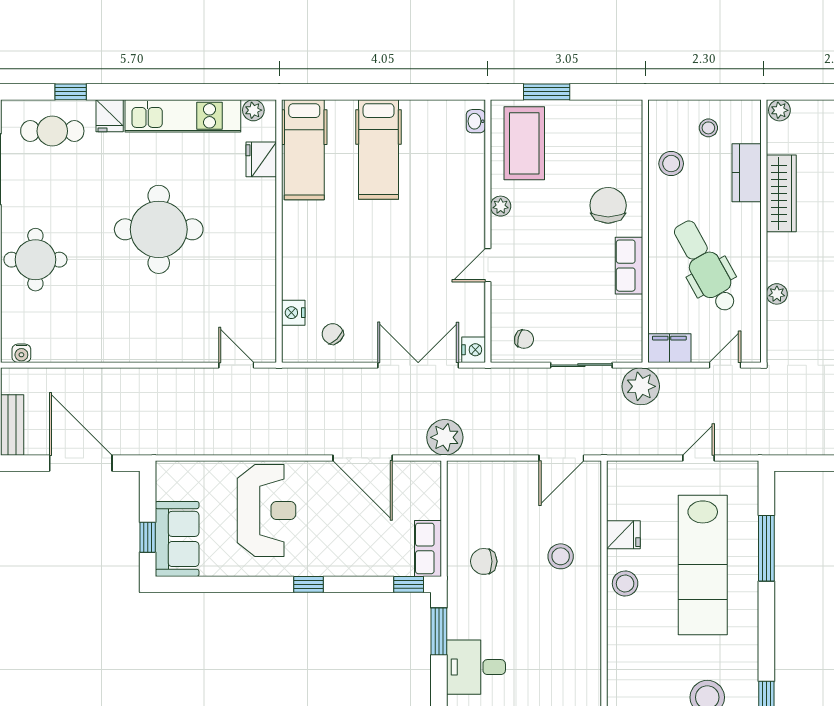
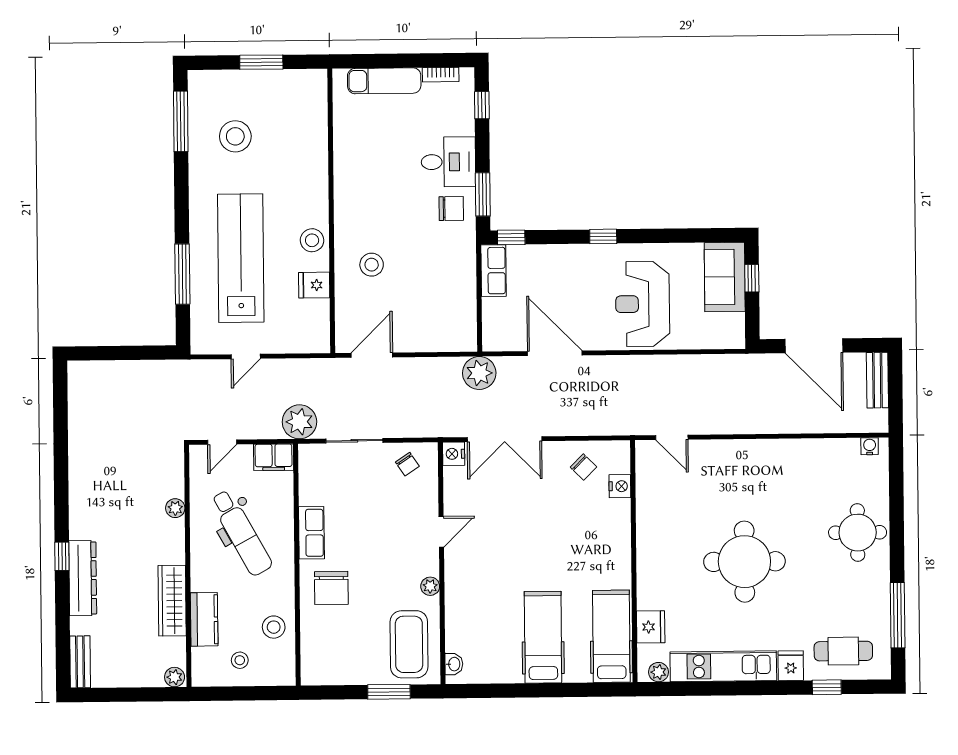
chair: (524, 339) -> (407, 464), turned -138
chair: (484, 561) -> (451, 208), moved

